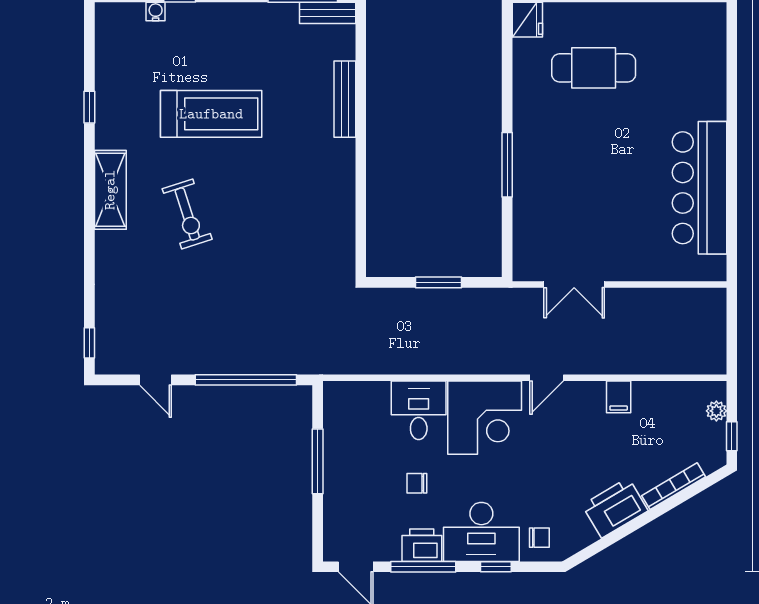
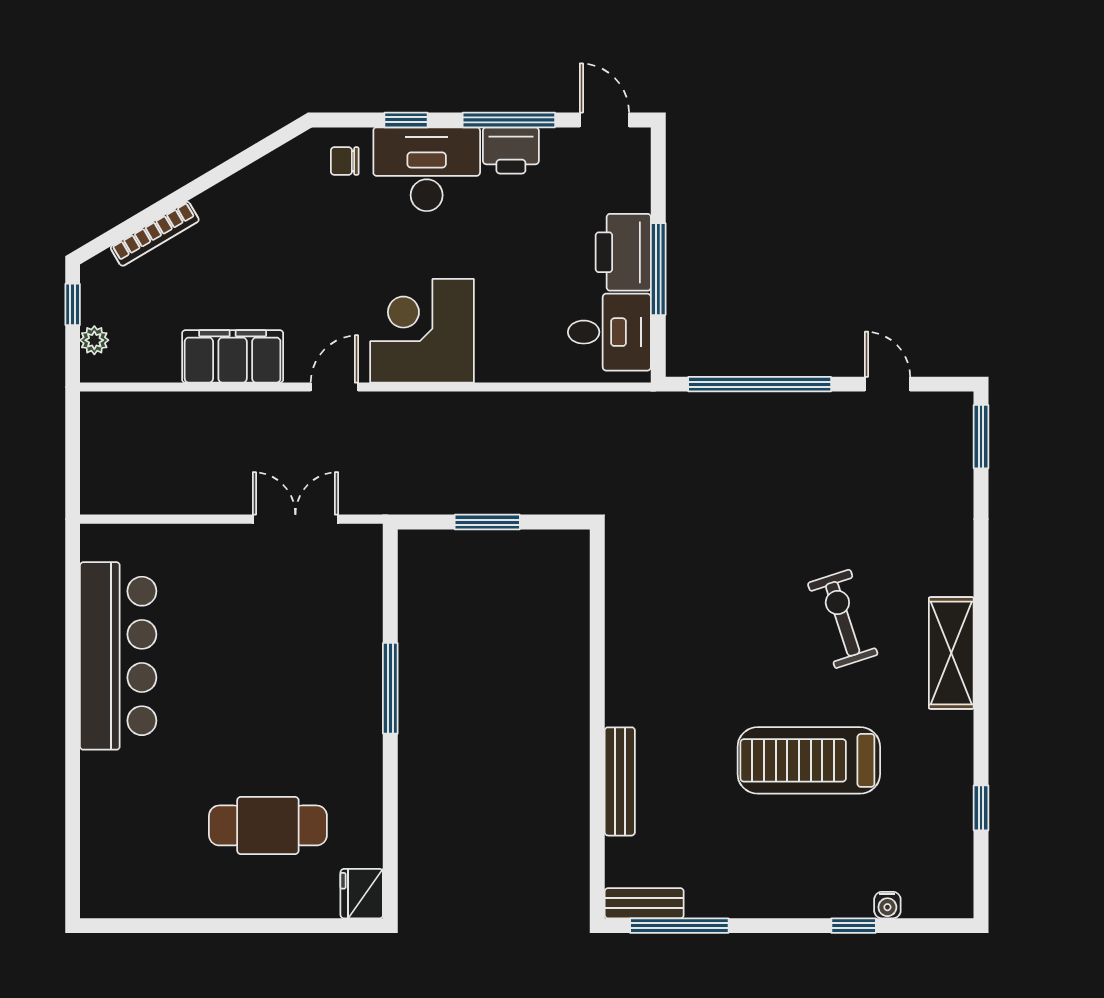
window: (89, 107) -> (981, 808), moved
window: (89, 343) -> (981, 437), width x1.50
filing cabinet: (619, 397) -> (233, 356), width x3.00, depth x1.17
desk: (419, 410) -> (609, 332), moved, turned -90
chair: (417, 483) -> (518, 238), removed
printer: (615, 508) -> (623, 252), moved, turned 121

